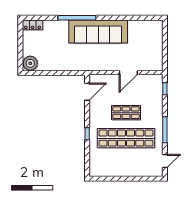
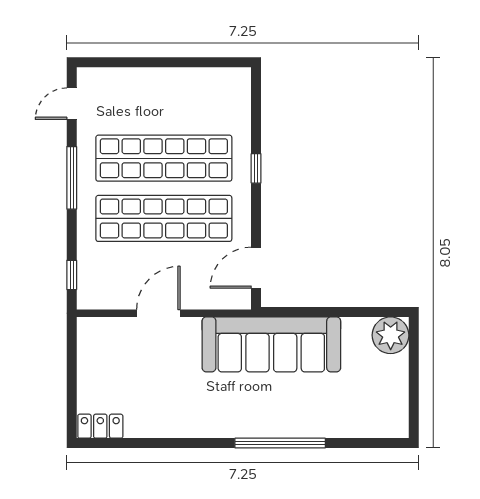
locker: (33, 25) -> (100, 426), moved
sofa: (98, 31) -> (271, 344), moved, turned 180
shop shelf: (126, 113) -> (164, 218), width x2.00, depth x1.36

